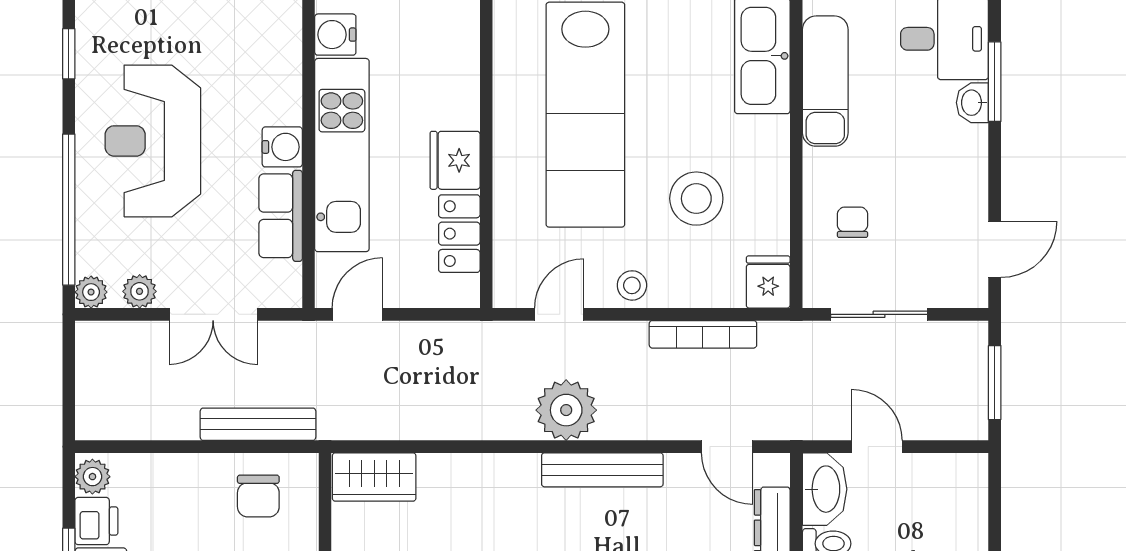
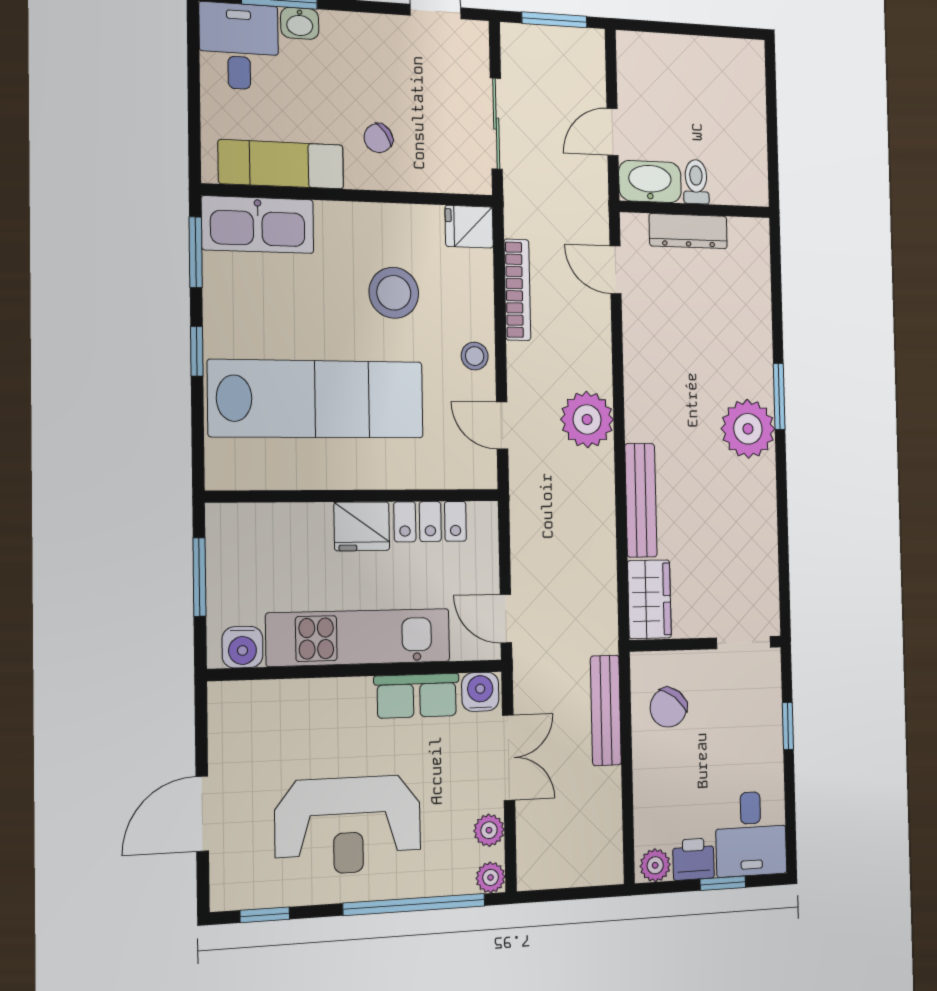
water cooler: (282, 147) -> (480, 692), moved
chair: (853, 222) -> (378, 138), moved, turned -35
door: (727, 447) -> (616, 270), swing flipped
bench: (602, 470) -> (641, 500), moved
chair: (258, 496) -> (668, 708), turned 128

